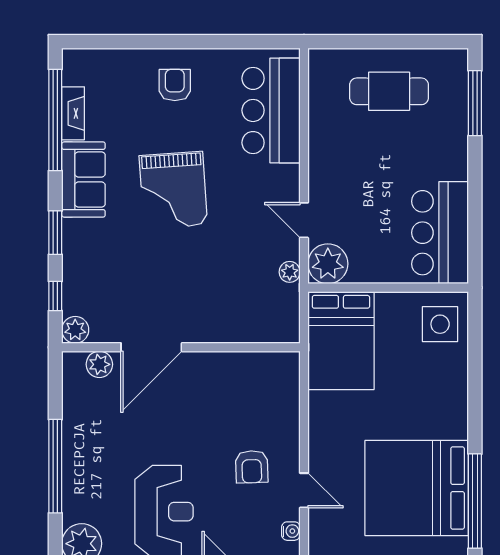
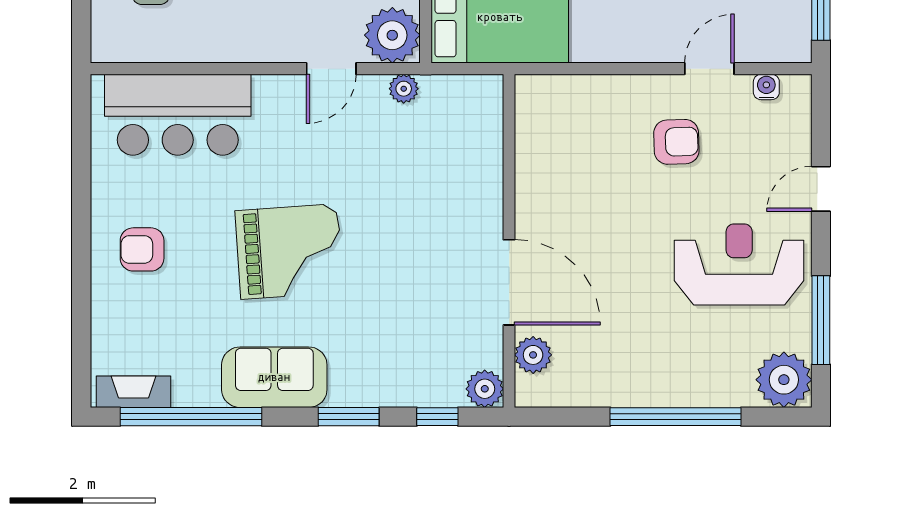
fireplace: (73, 113) -> (133, 392), moved

